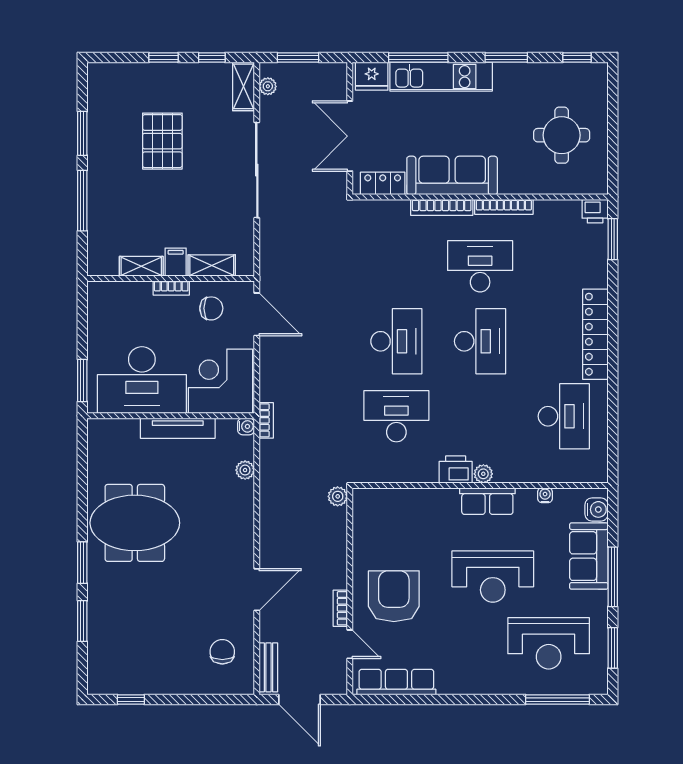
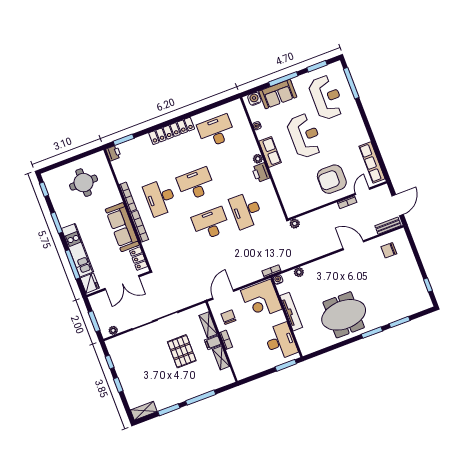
shelving: (244, 86) -> (144, 411), moved
pallet: (162, 141) -> (182, 351), moved, turned 90
desk: (142, 380) -> (281, 341), width x0.73, depth x0.77
meeting table: (135, 523) -> (344, 315), turned 90

